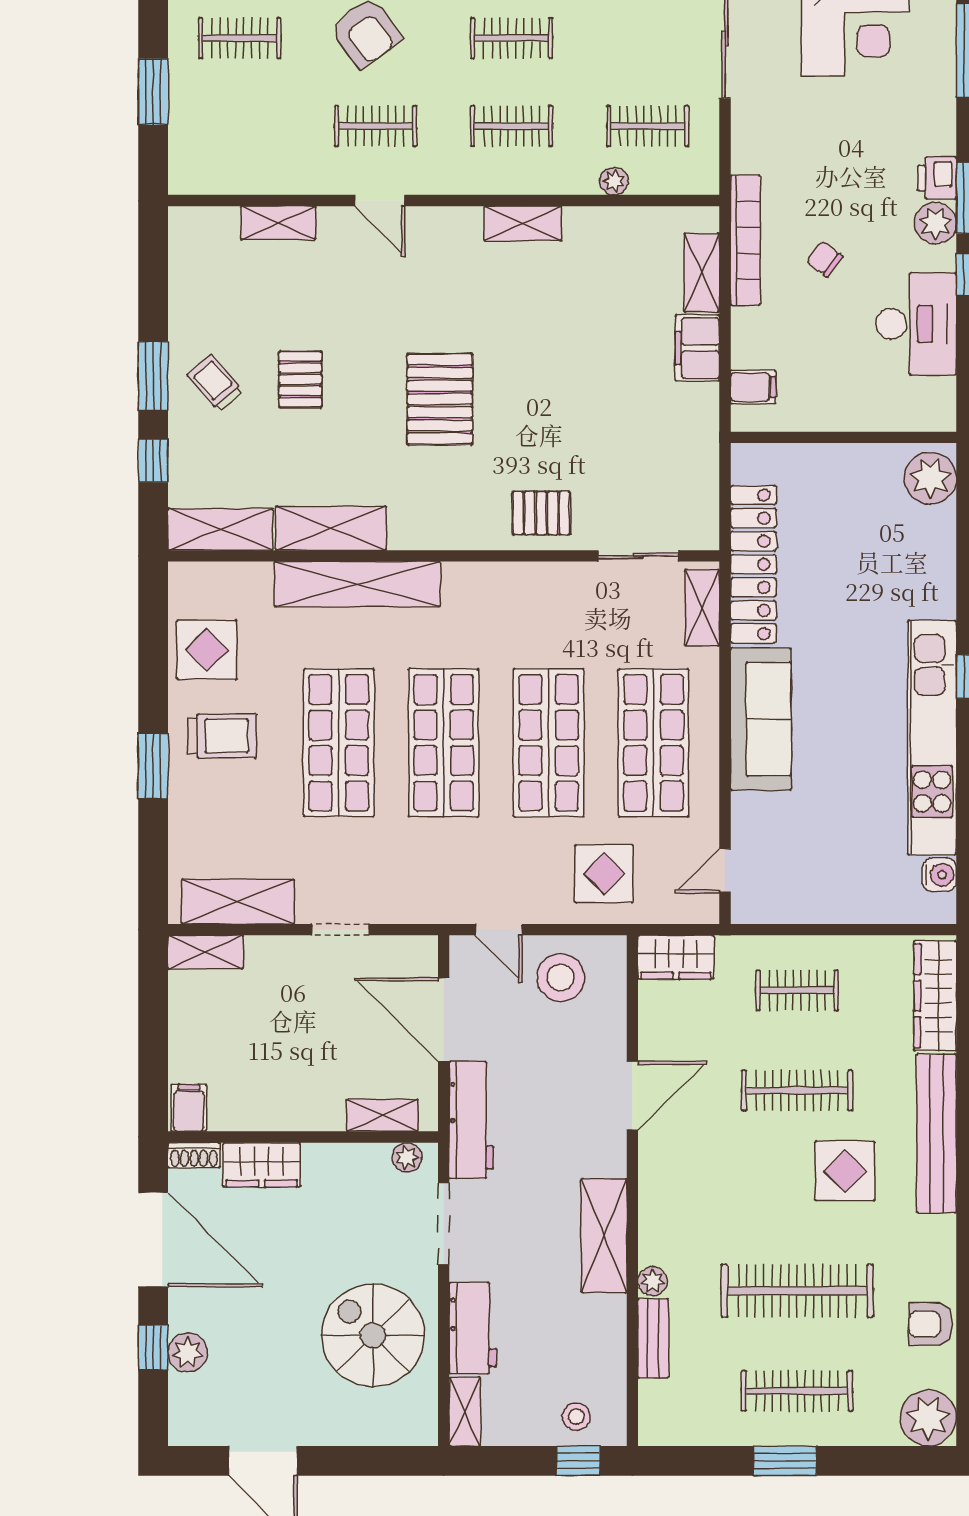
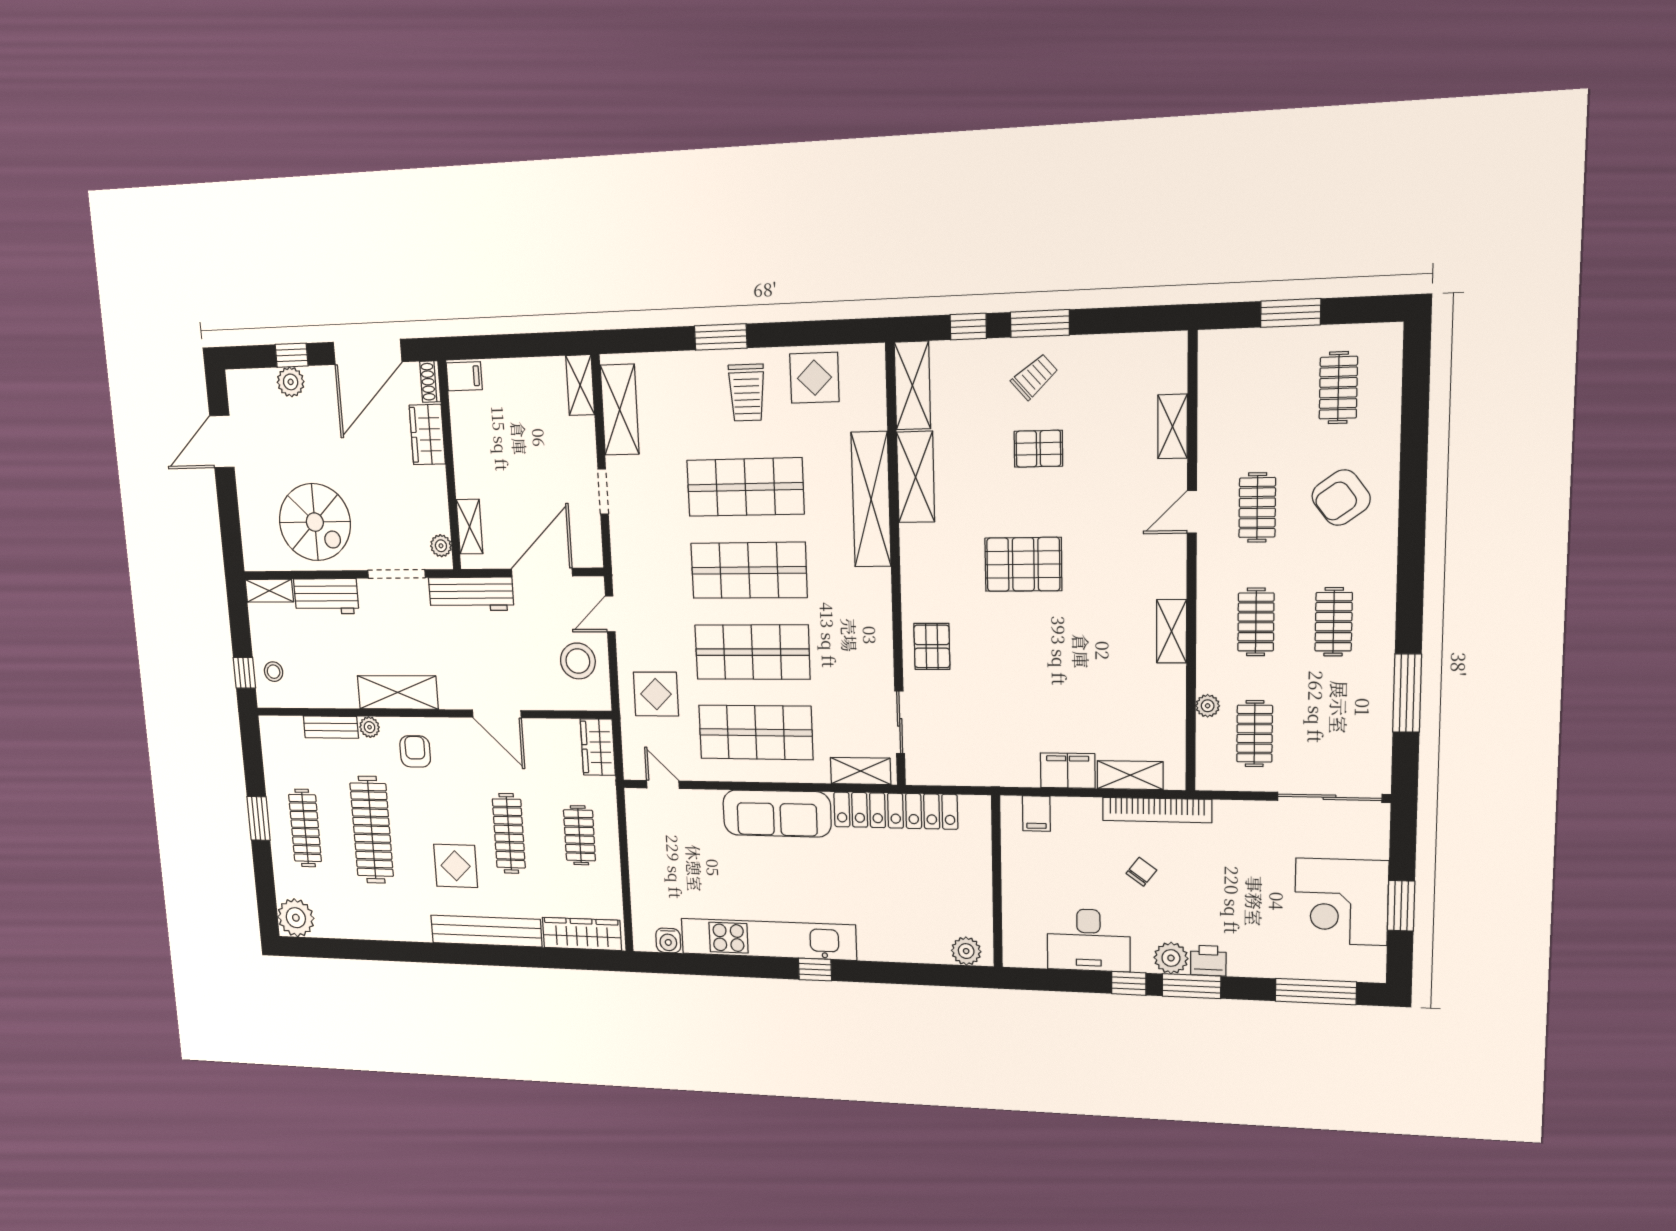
plant: (930, 478) -> (966, 951), width x0.73, depth x0.73
armchair: (931, 1324) -> (415, 751), moved
spiral stairs: (373, 1335) -> (315, 522), turned 90

